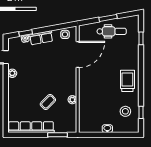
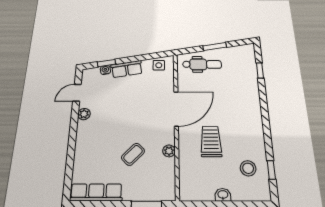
dental chair: (112, 31) -> (202, 64), moved
door: (78, 54) -> (176, 109), moved
trolley: (127, 81) -> (211, 141), moved
row of seats: (31, 127) -> (96, 192), width x0.73

